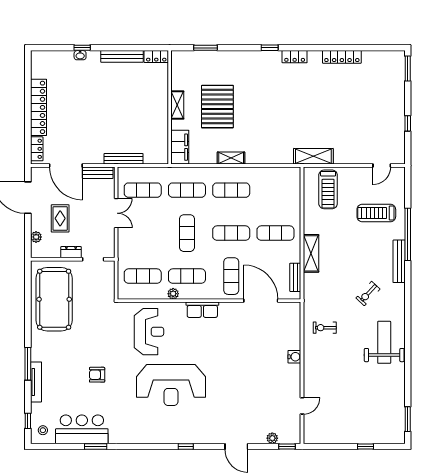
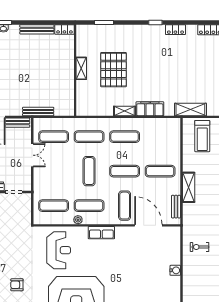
filing cabinet: (180, 147) -> (150, 109), moved, turned -90

